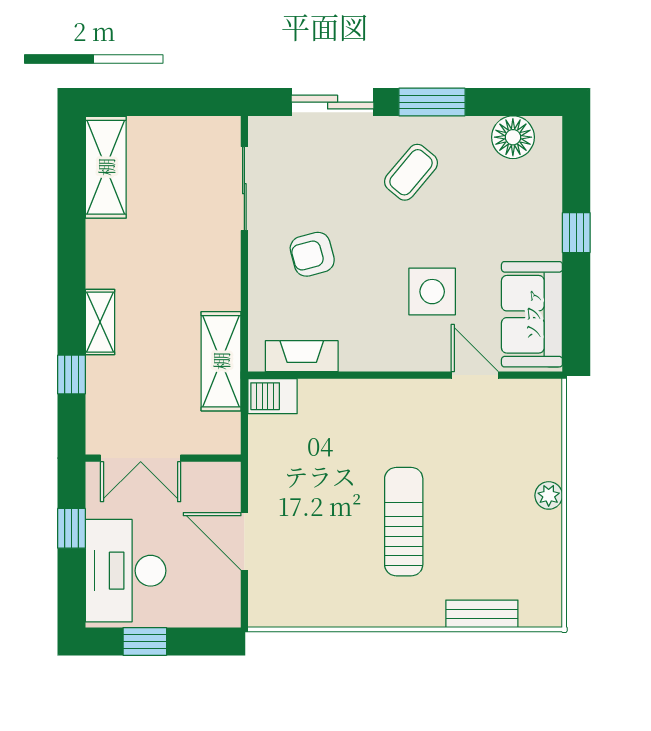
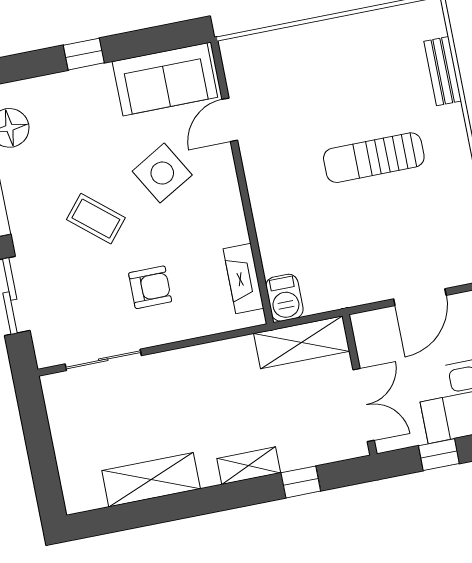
shelving: (106, 167) -> (151, 480), moved
coffee table: (411, 172) -> (96, 219), moved
armchair: (312, 254) -> (150, 287), turned -75
side table: (432, 292) -> (162, 173), turned -30
shelving: (221, 361) -> (302, 342), moved
plant: (549, 495) -> (325, 32), removed

